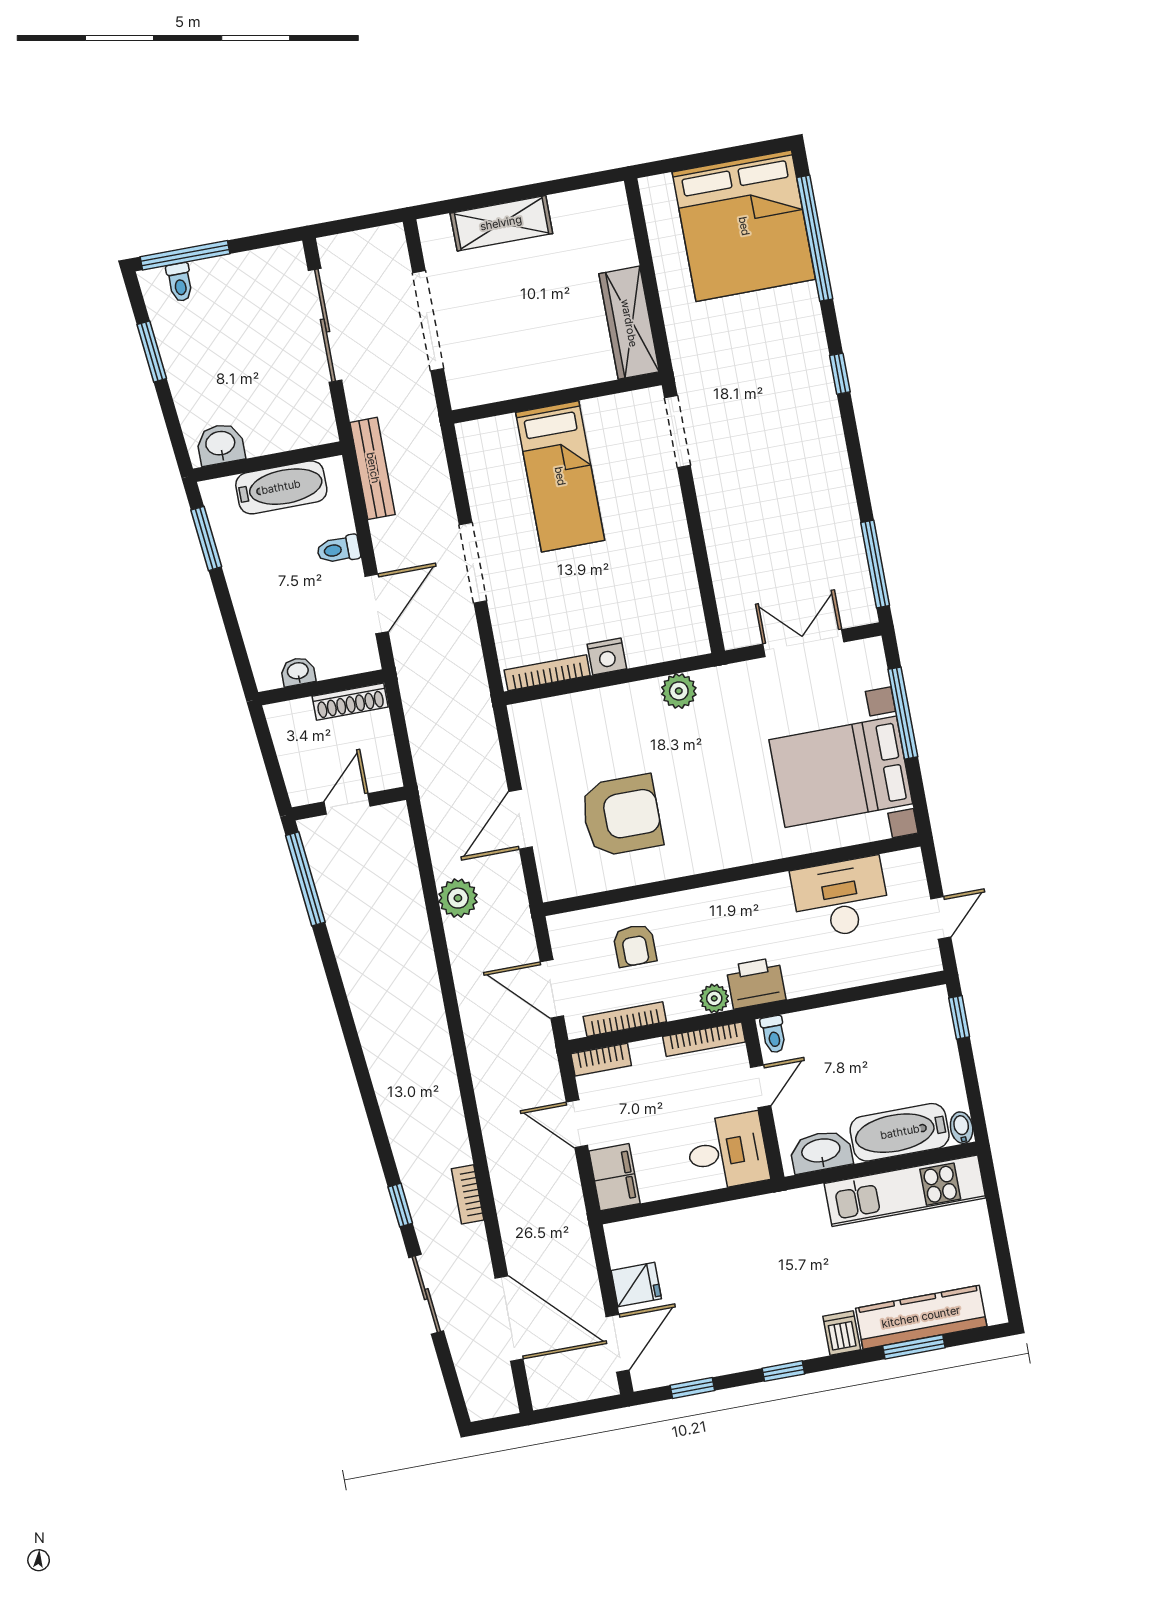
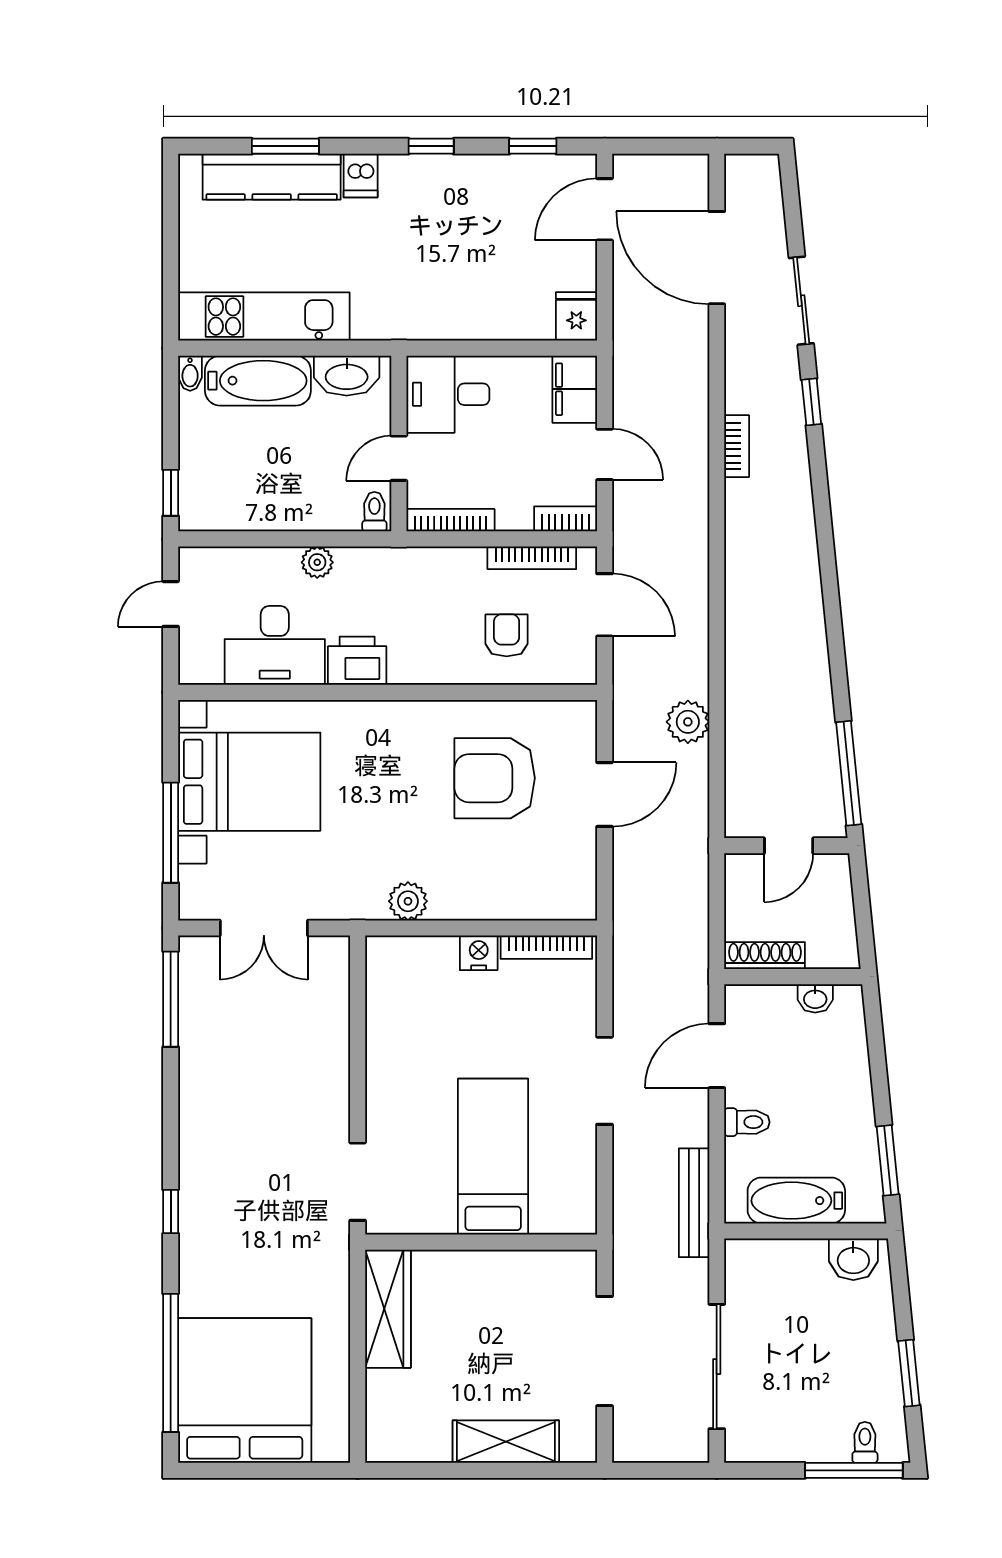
printer: (756, 983) -> (357, 661), moved, turned 180
plant: (714, 998) -> (317, 562), moved
bookcase: (468, 1194) -> (737, 446), moved
fridge: (636, 1285) -> (576, 316), moved, turned 90

